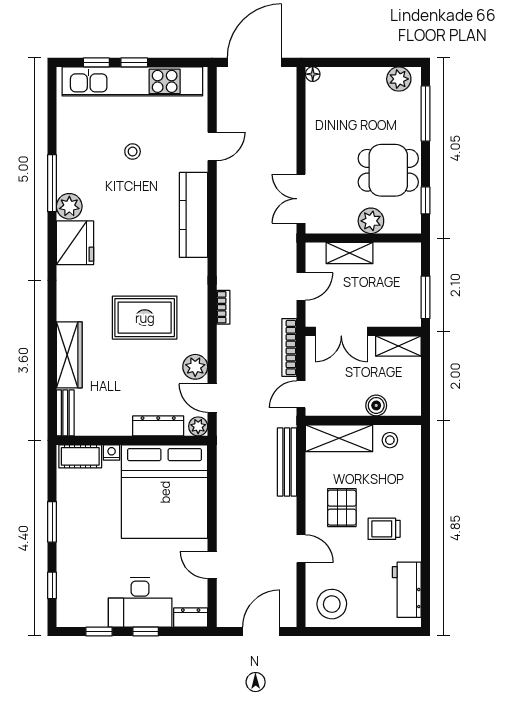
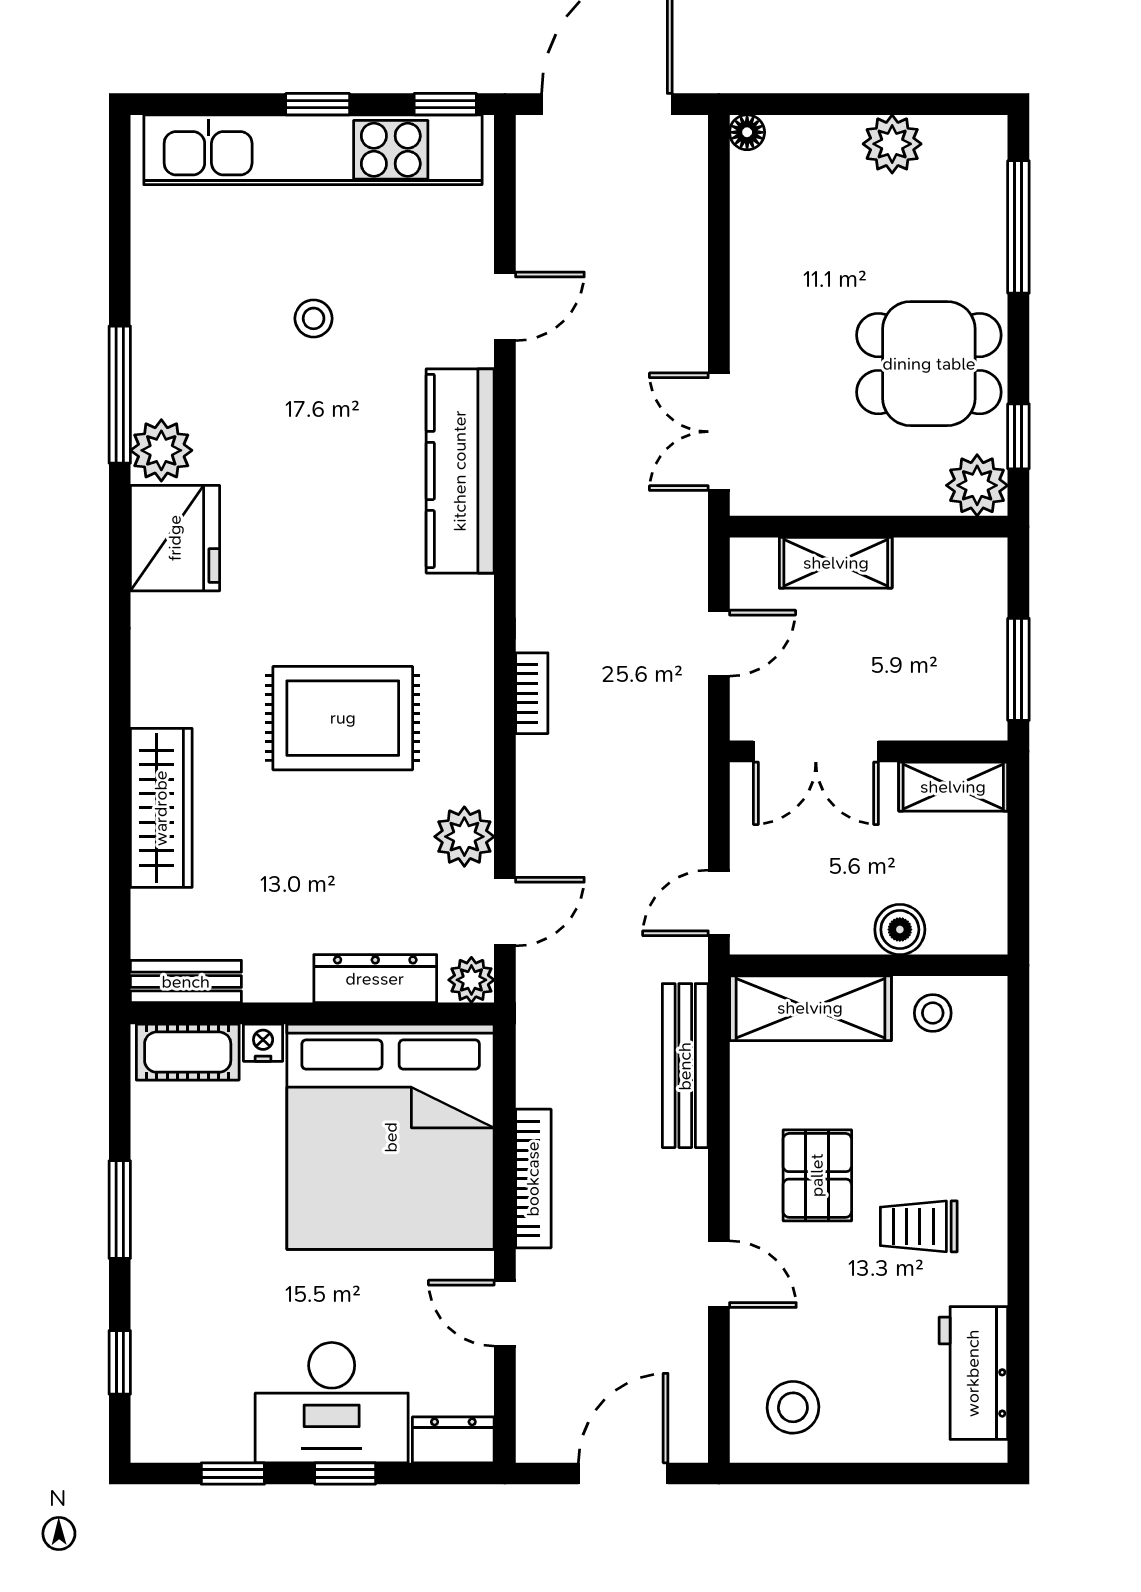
window: (96, 62) -> (445, 104), moved
plant: (399, 79) -> (892, 144), moved
plant: (371, 221) -> (977, 485), moved
bookcase: (289, 348) -> (533, 1179), moved, turned 180
door: (212, 398) -> (505, 912), swing flipped
bench: (65, 413) -> (186, 982), moved, turned 90
stool: (332, 604) -> (793, 1407), width x0.73, depth x0.73

